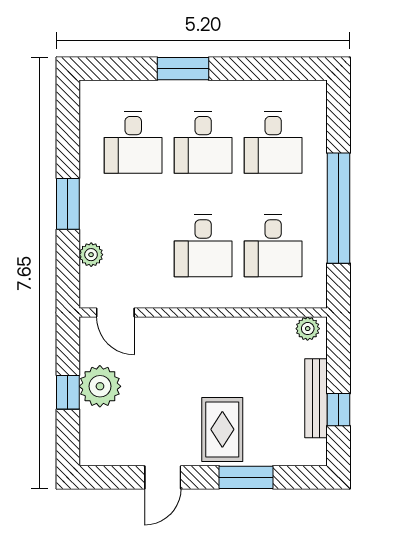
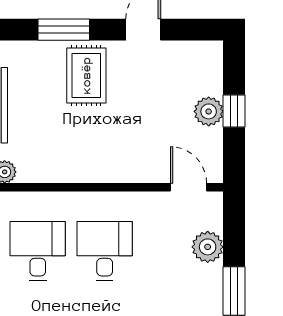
plant: (91, 255) -> (208, 247), width x1.38, depth x1.38
plant: (100, 386) -> (209, 111), width x0.73, depth x0.73

